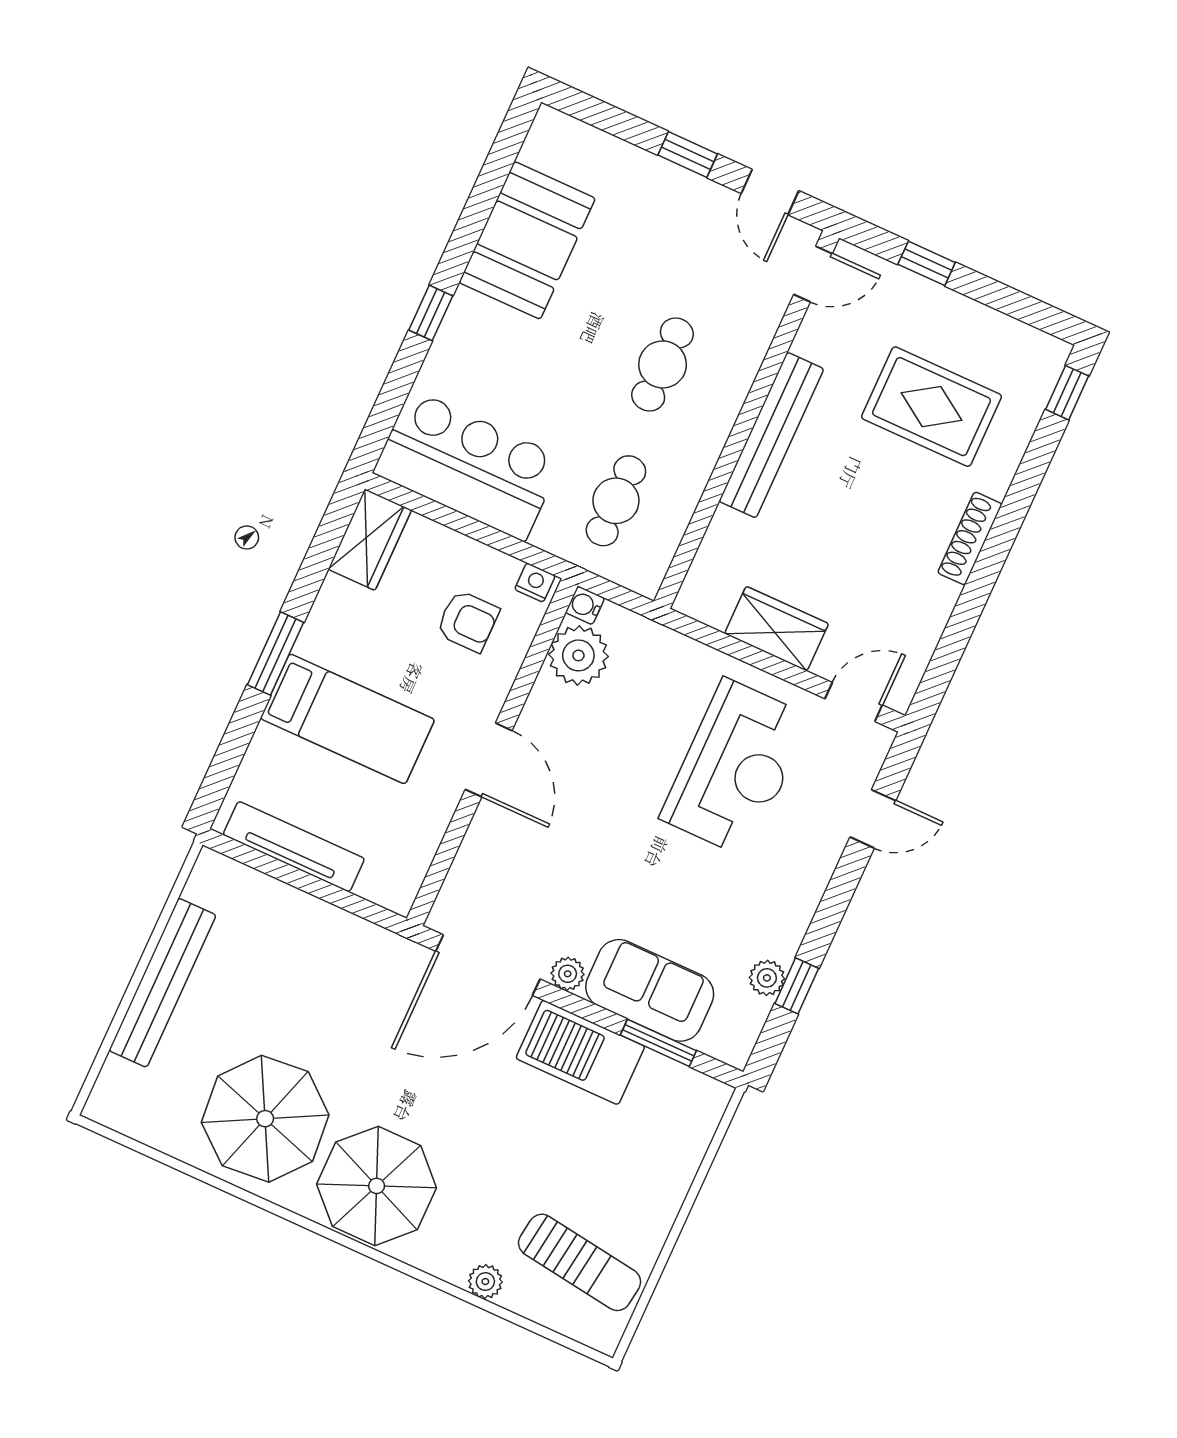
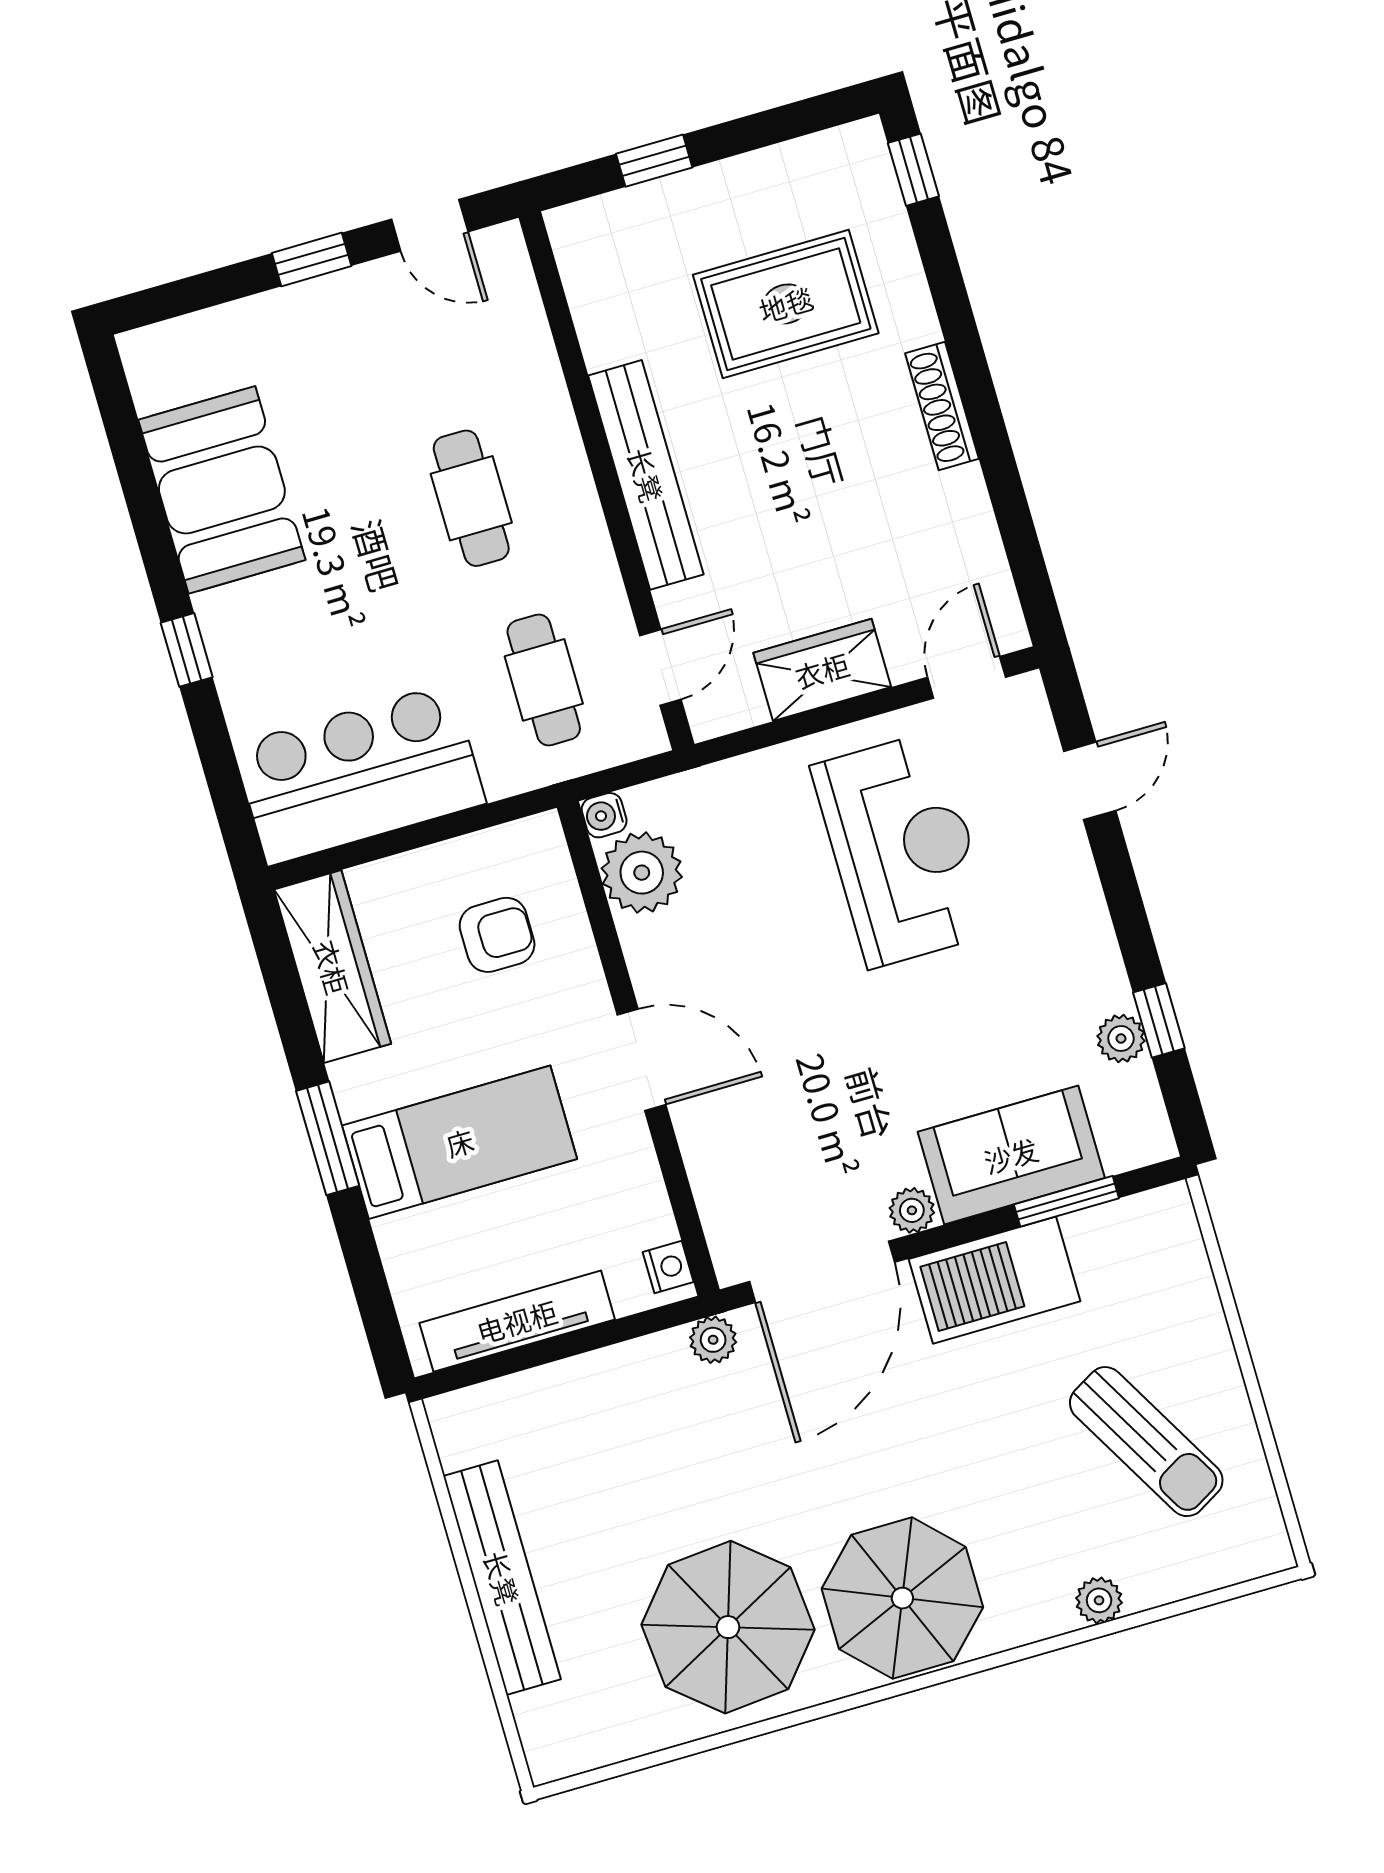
door: (813, 274) -> (660, 667), moved
wardrobe: (370, 540) -> (332, 967), width x1.50
nightstand: (535, 583) -> (668, 1267), moved, turned 90
plant: (394, 951) -> (713, 1340), added
sun lounger: (580, 1262) -> (1146, 1442), moved, turned 52

